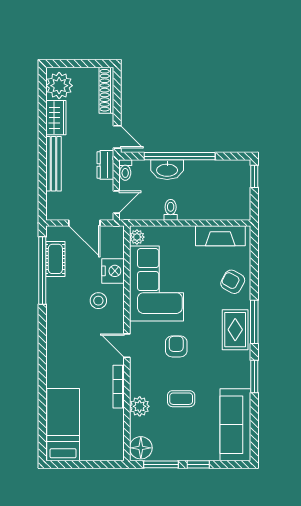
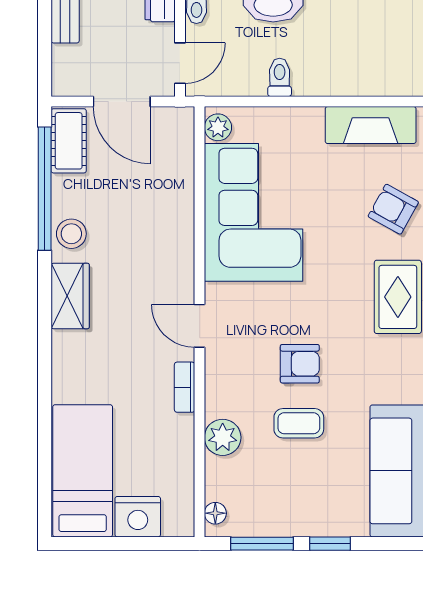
cot: (55, 259) -> (69, 141), moved
nightstand: (113, 271) -> (138, 517), moved, turned 90
stool: (98, 301) -> (71, 234), moved
wardrobe: (56, 329) -> (70, 296), added
armchair: (176, 346) -> (300, 364), moved, turned 90
bookcase: (119, 387) -> (185, 387), width x0.64
floor lamp: (141, 448) -> (215, 513), width x0.53, depth x0.53

